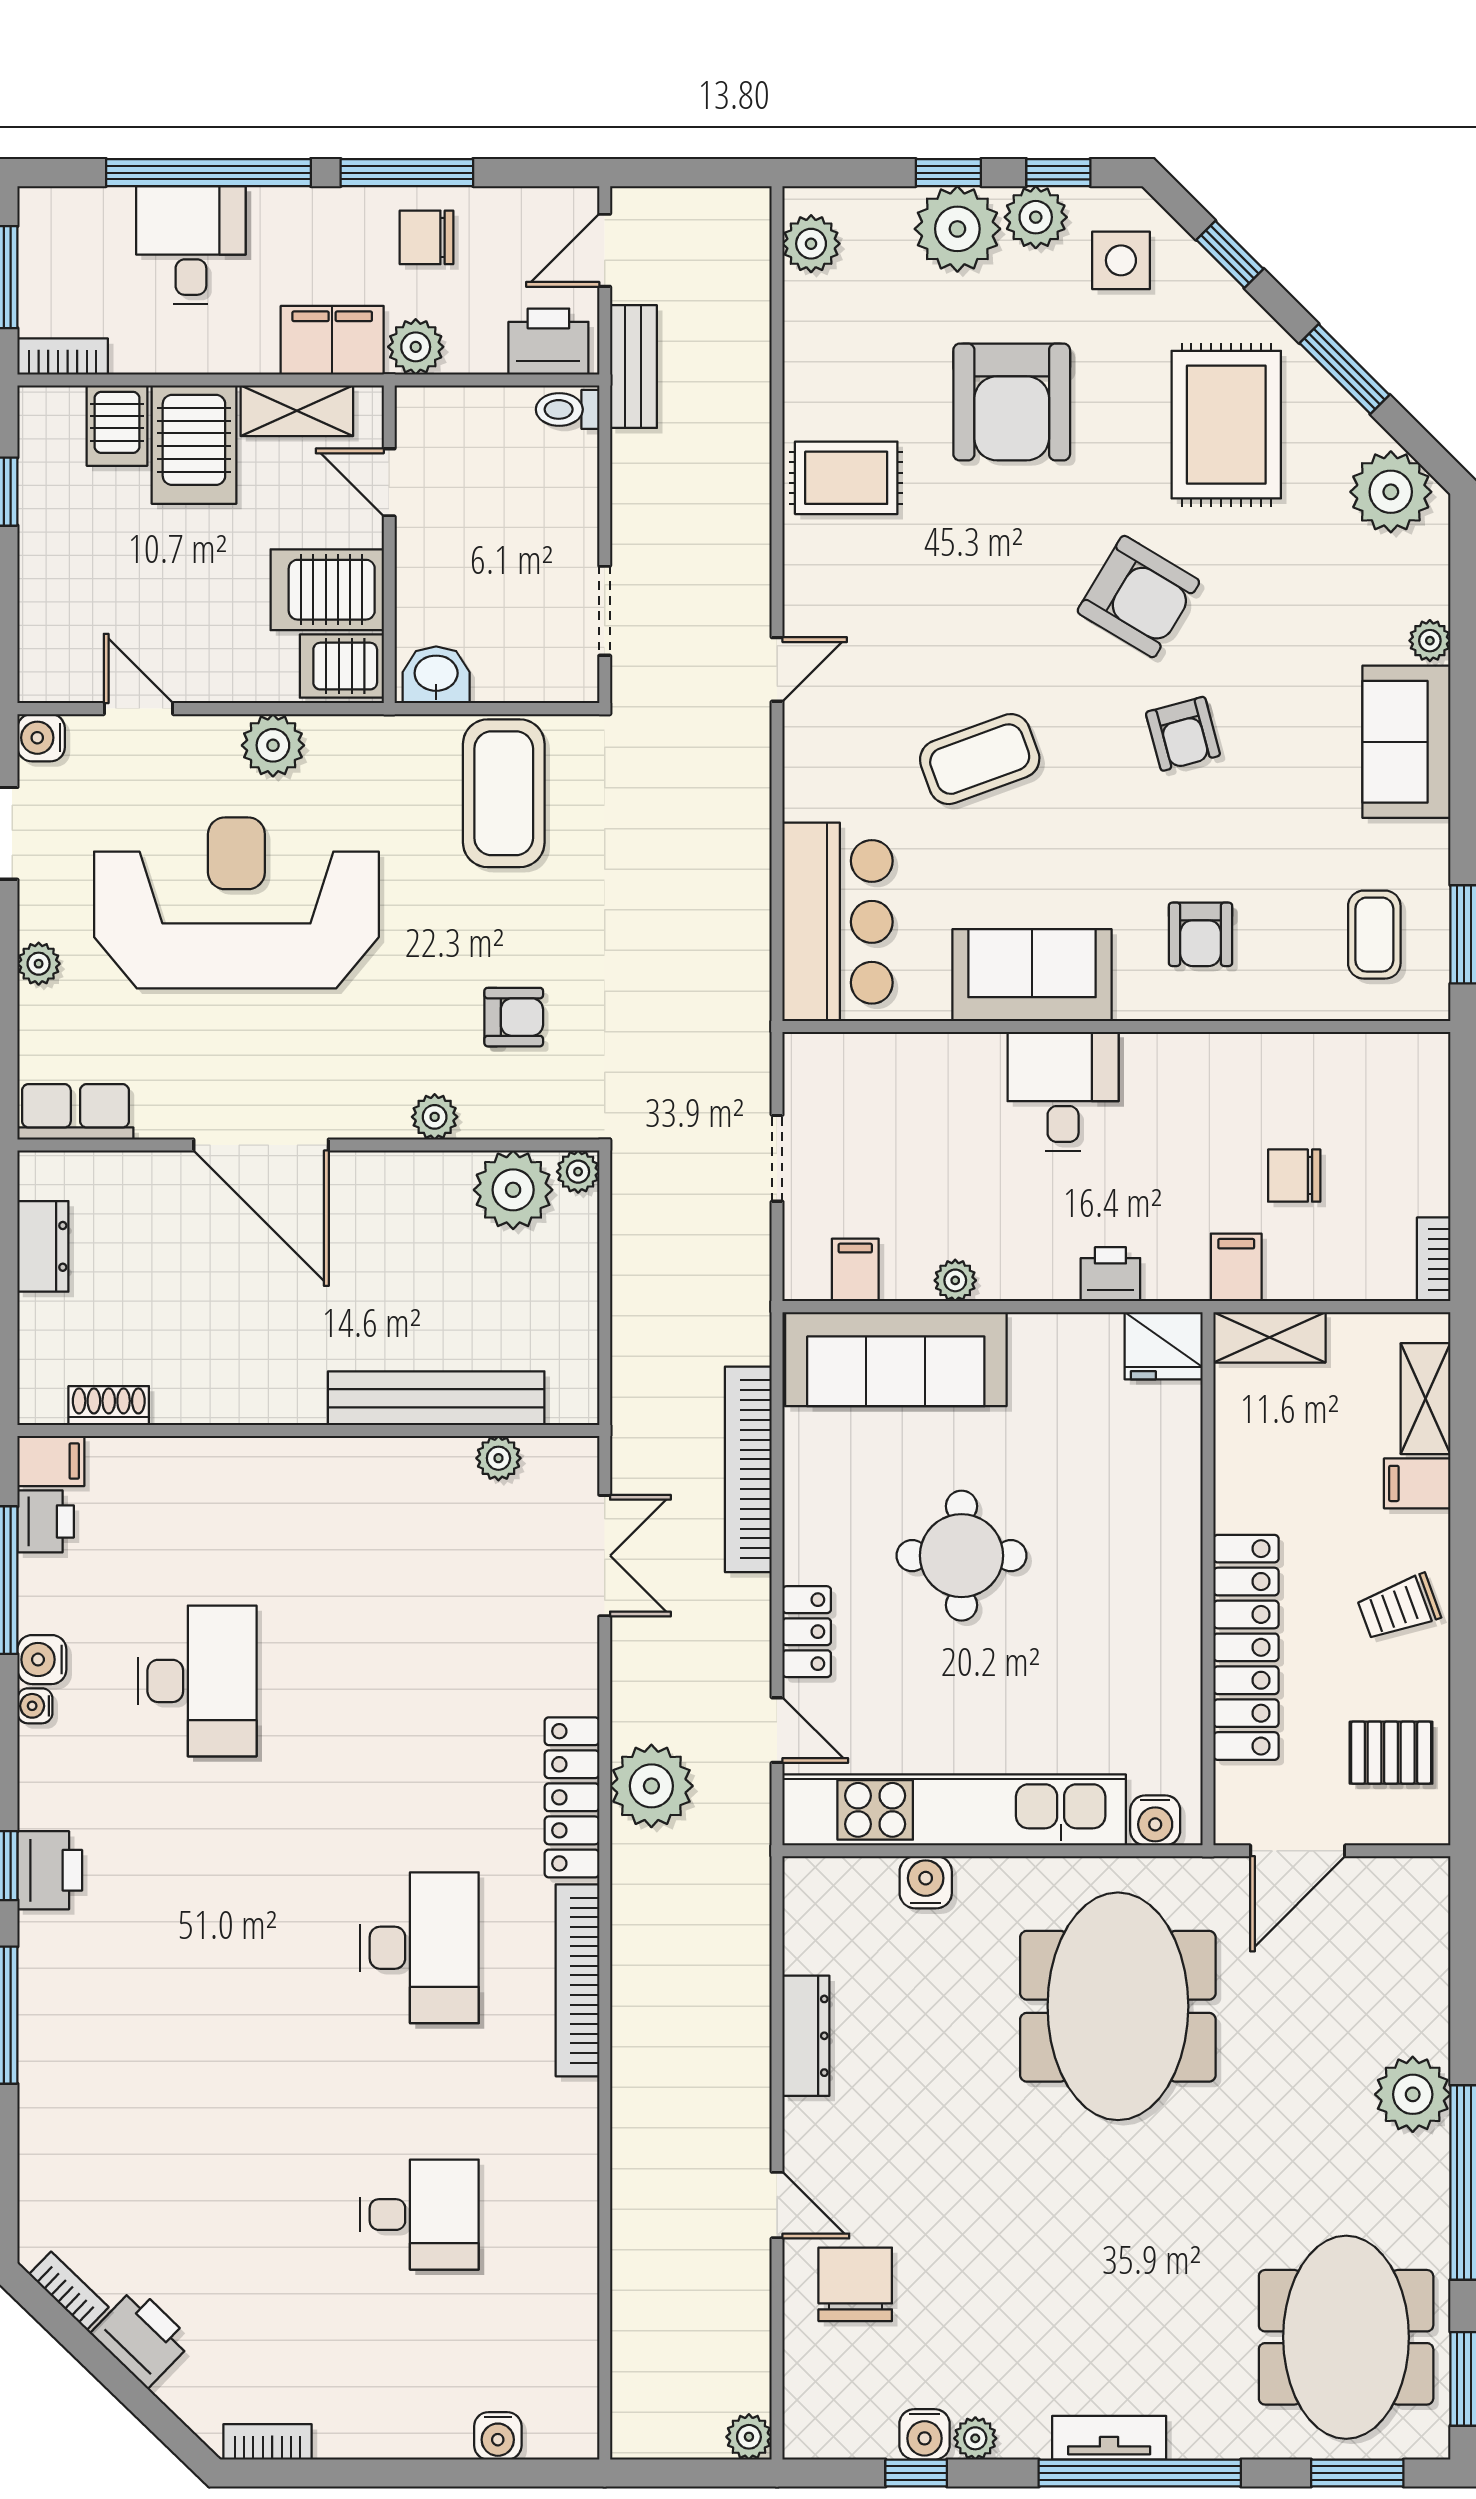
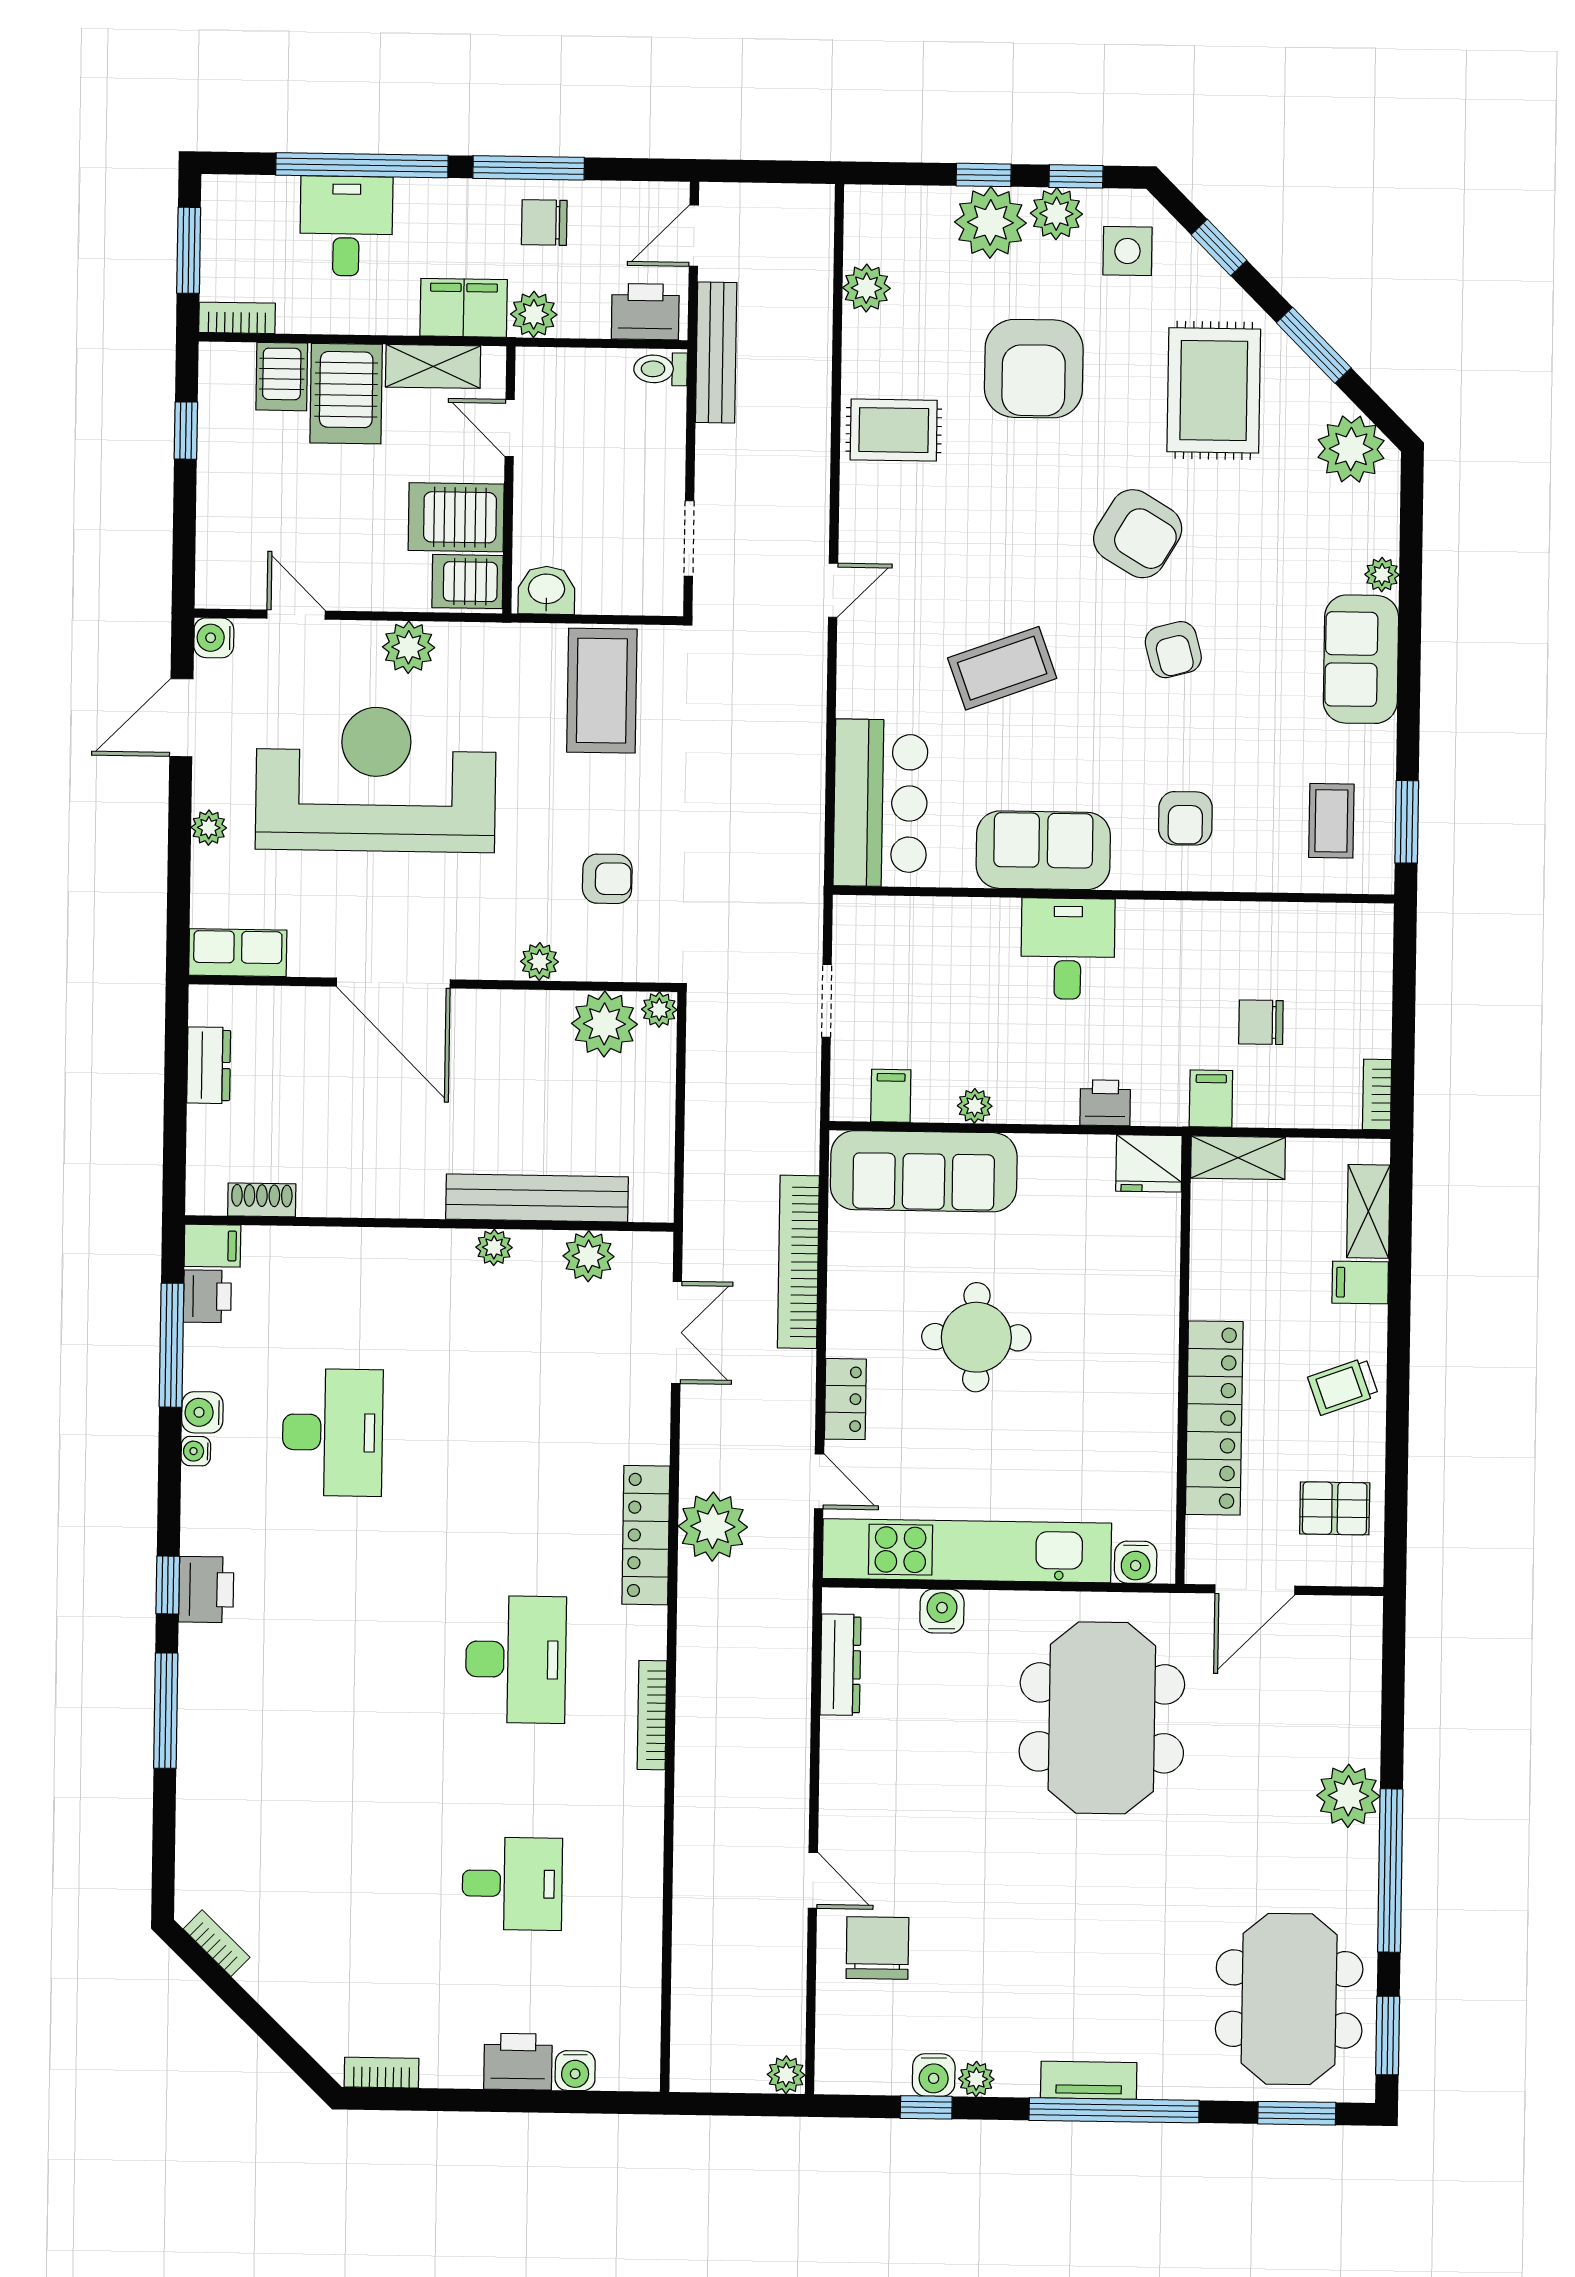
plant: (811, 244) -> (866, 288), moved
bench: (633, 367) -> (716, 353), width x1.36
plant: (386, 1458) -> (494, 1247), added
plant: (498, 1458) -> (588, 1256), width x1.38, depth x1.38
bookcase: (577, 1980) -> (652, 1715), width x0.68, depth x0.76
dresser: (806, 2036) -> (840, 1665), moved
printer: (142, 2337) -> (518, 2062), moved, turned -44

